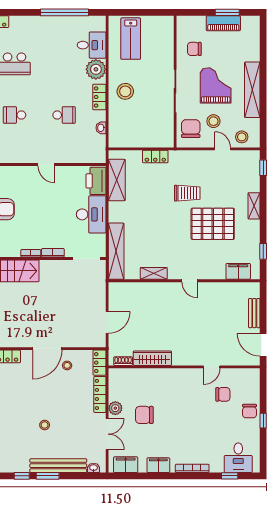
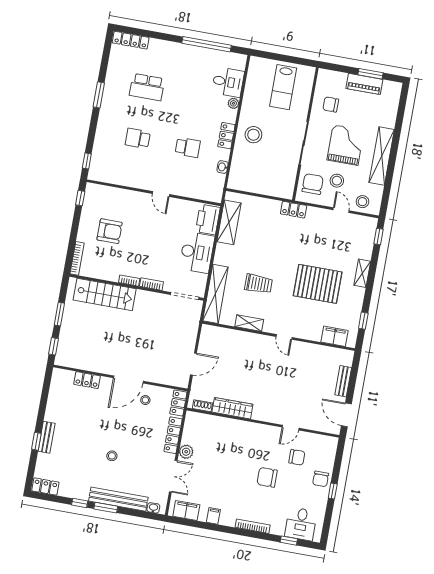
lab bench: (131, 39) -> (283, 87), moved
plant: (96, 69) -> (233, 103), width x0.53, depth x0.53
locker: (155, 157) -> (294, 210), moved
trolley: (187, 193) -> (258, 284), moved
chair: (144, 415) -> (267, 477), moved
filing cabinet: (158, 465) -> (213, 516), width x0.50

